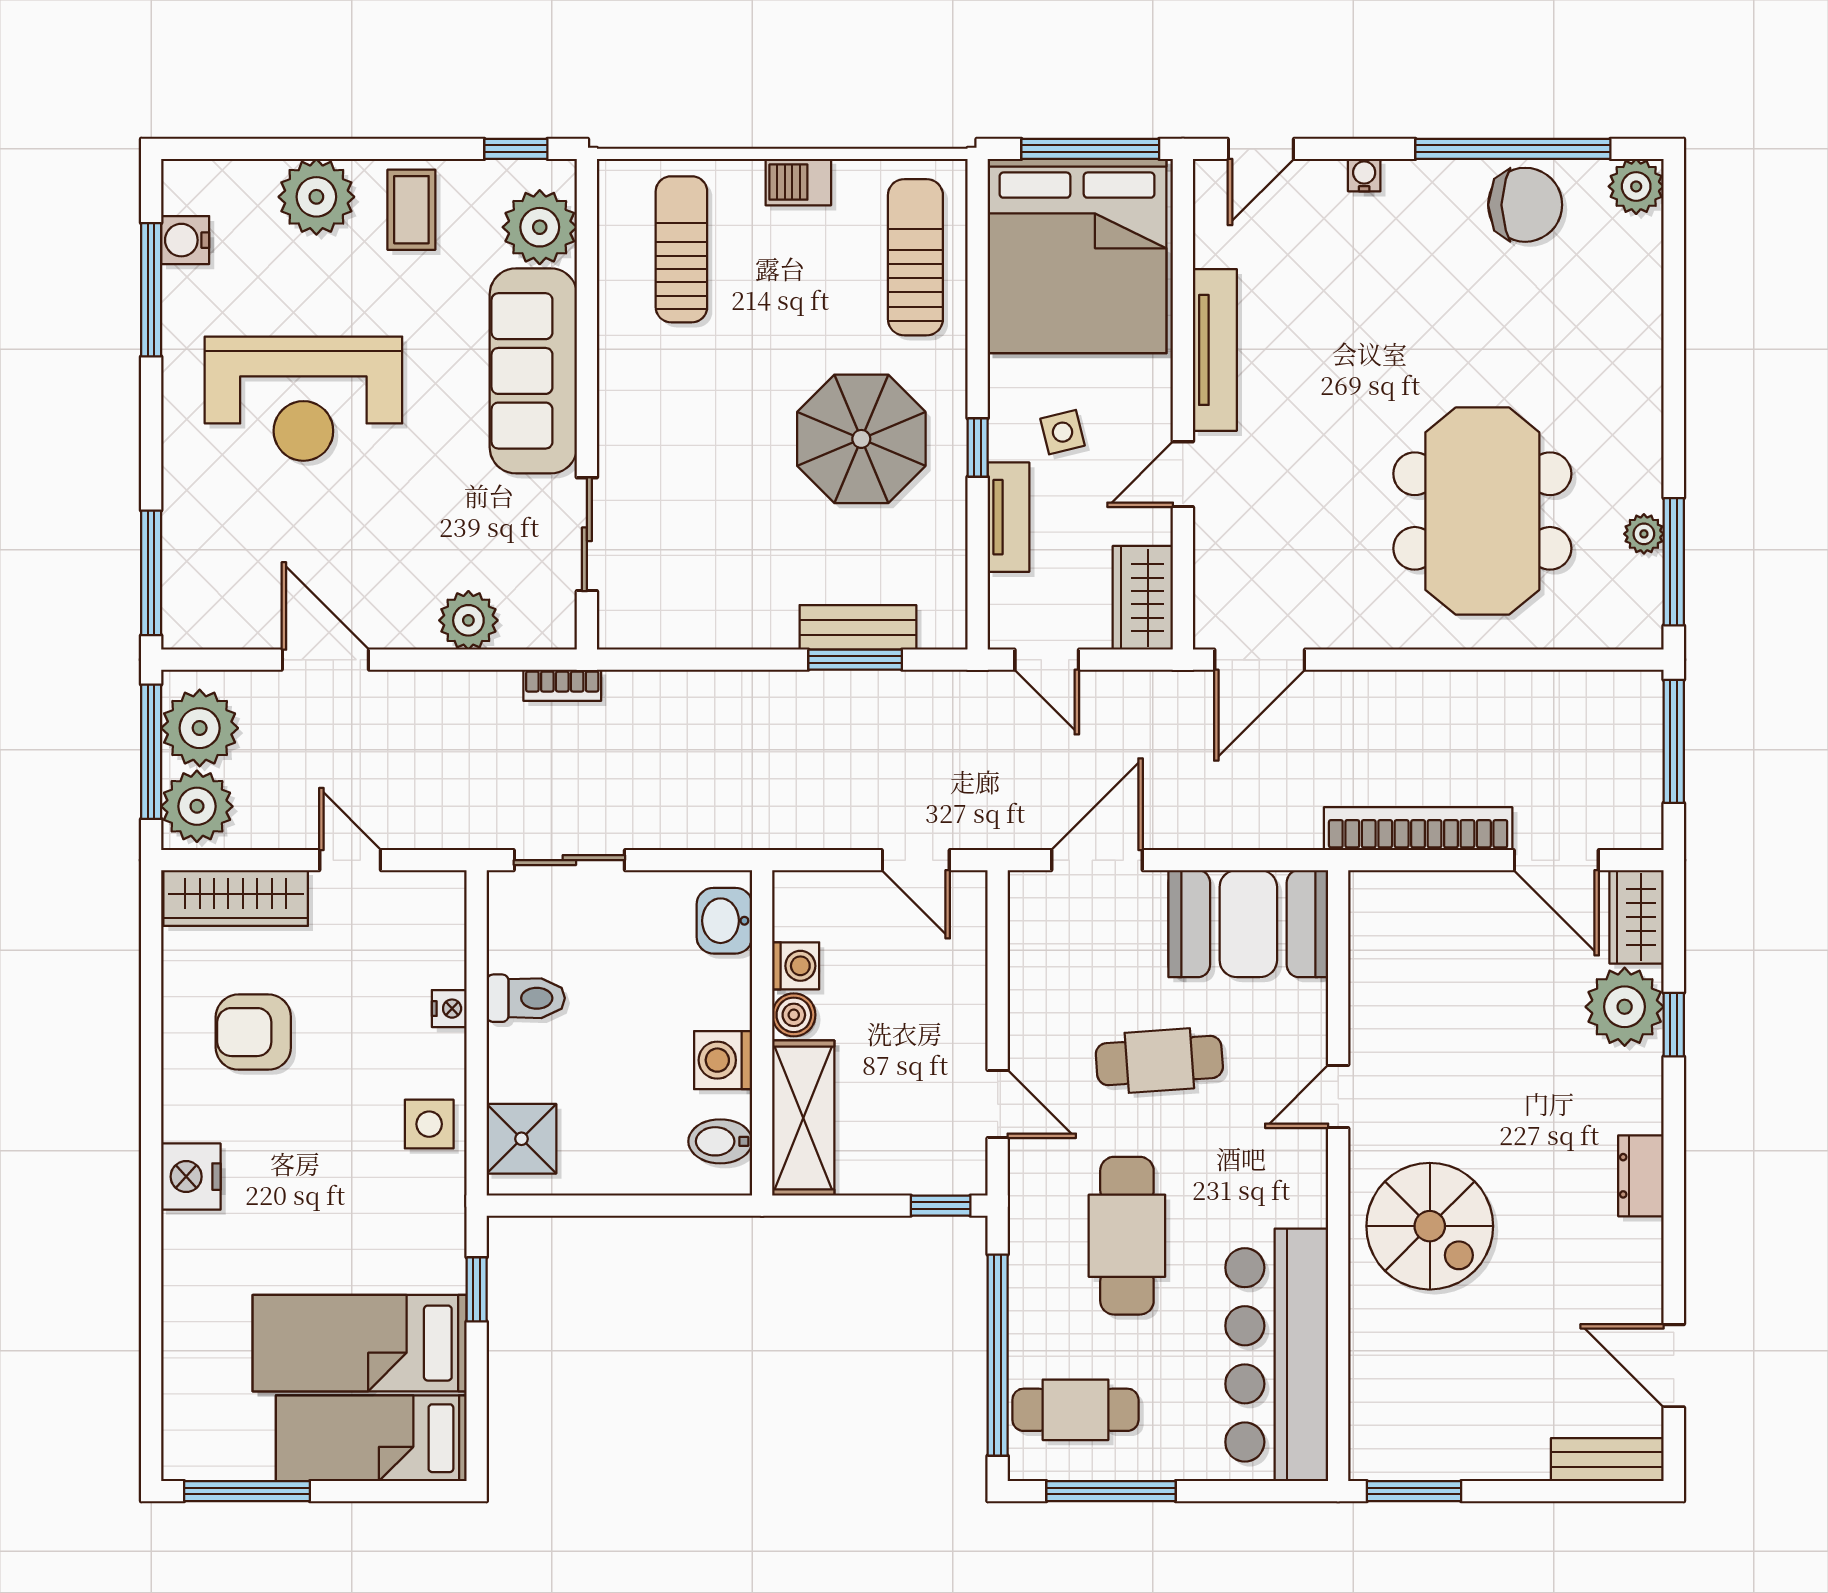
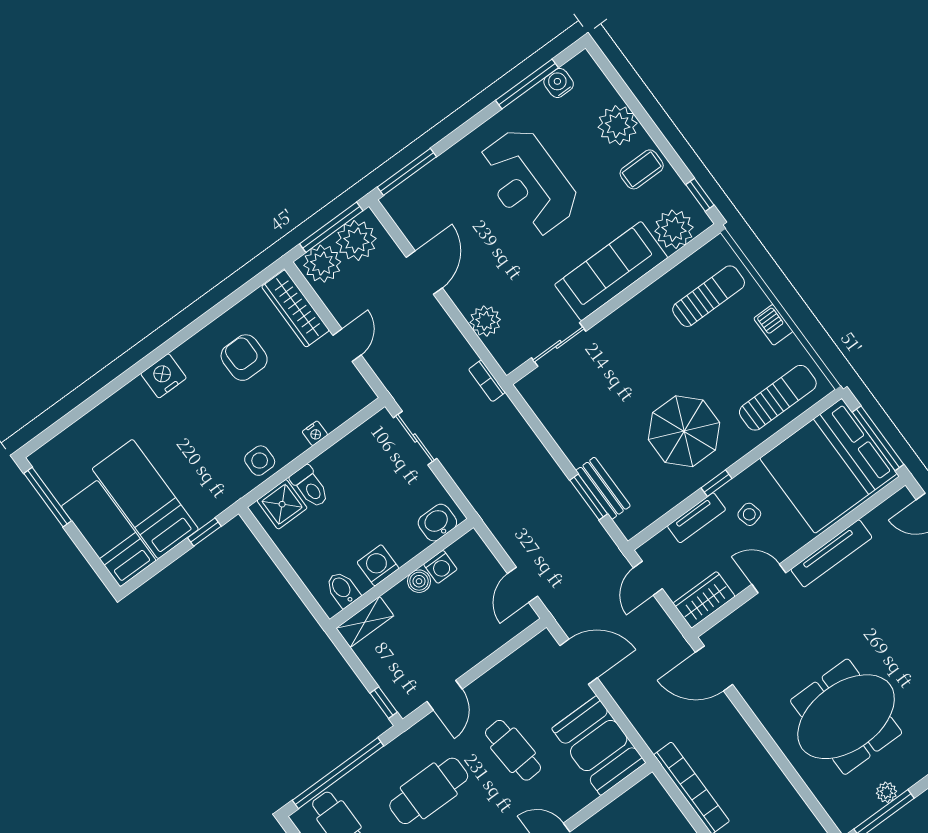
toilet: (526, 998) -> (310, 487), moved
shelving: (803, 1118) -> (365, 622), width x0.67, depth x0.75

